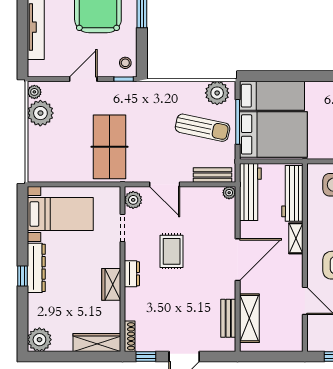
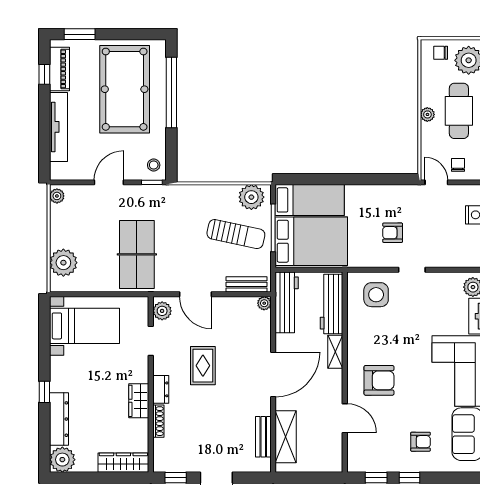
plant: (40, 113) -> (63, 263), moved
dresser: (36, 268) -> (59, 419), moved
shoe rack: (130, 336) -> (158, 421), moved

